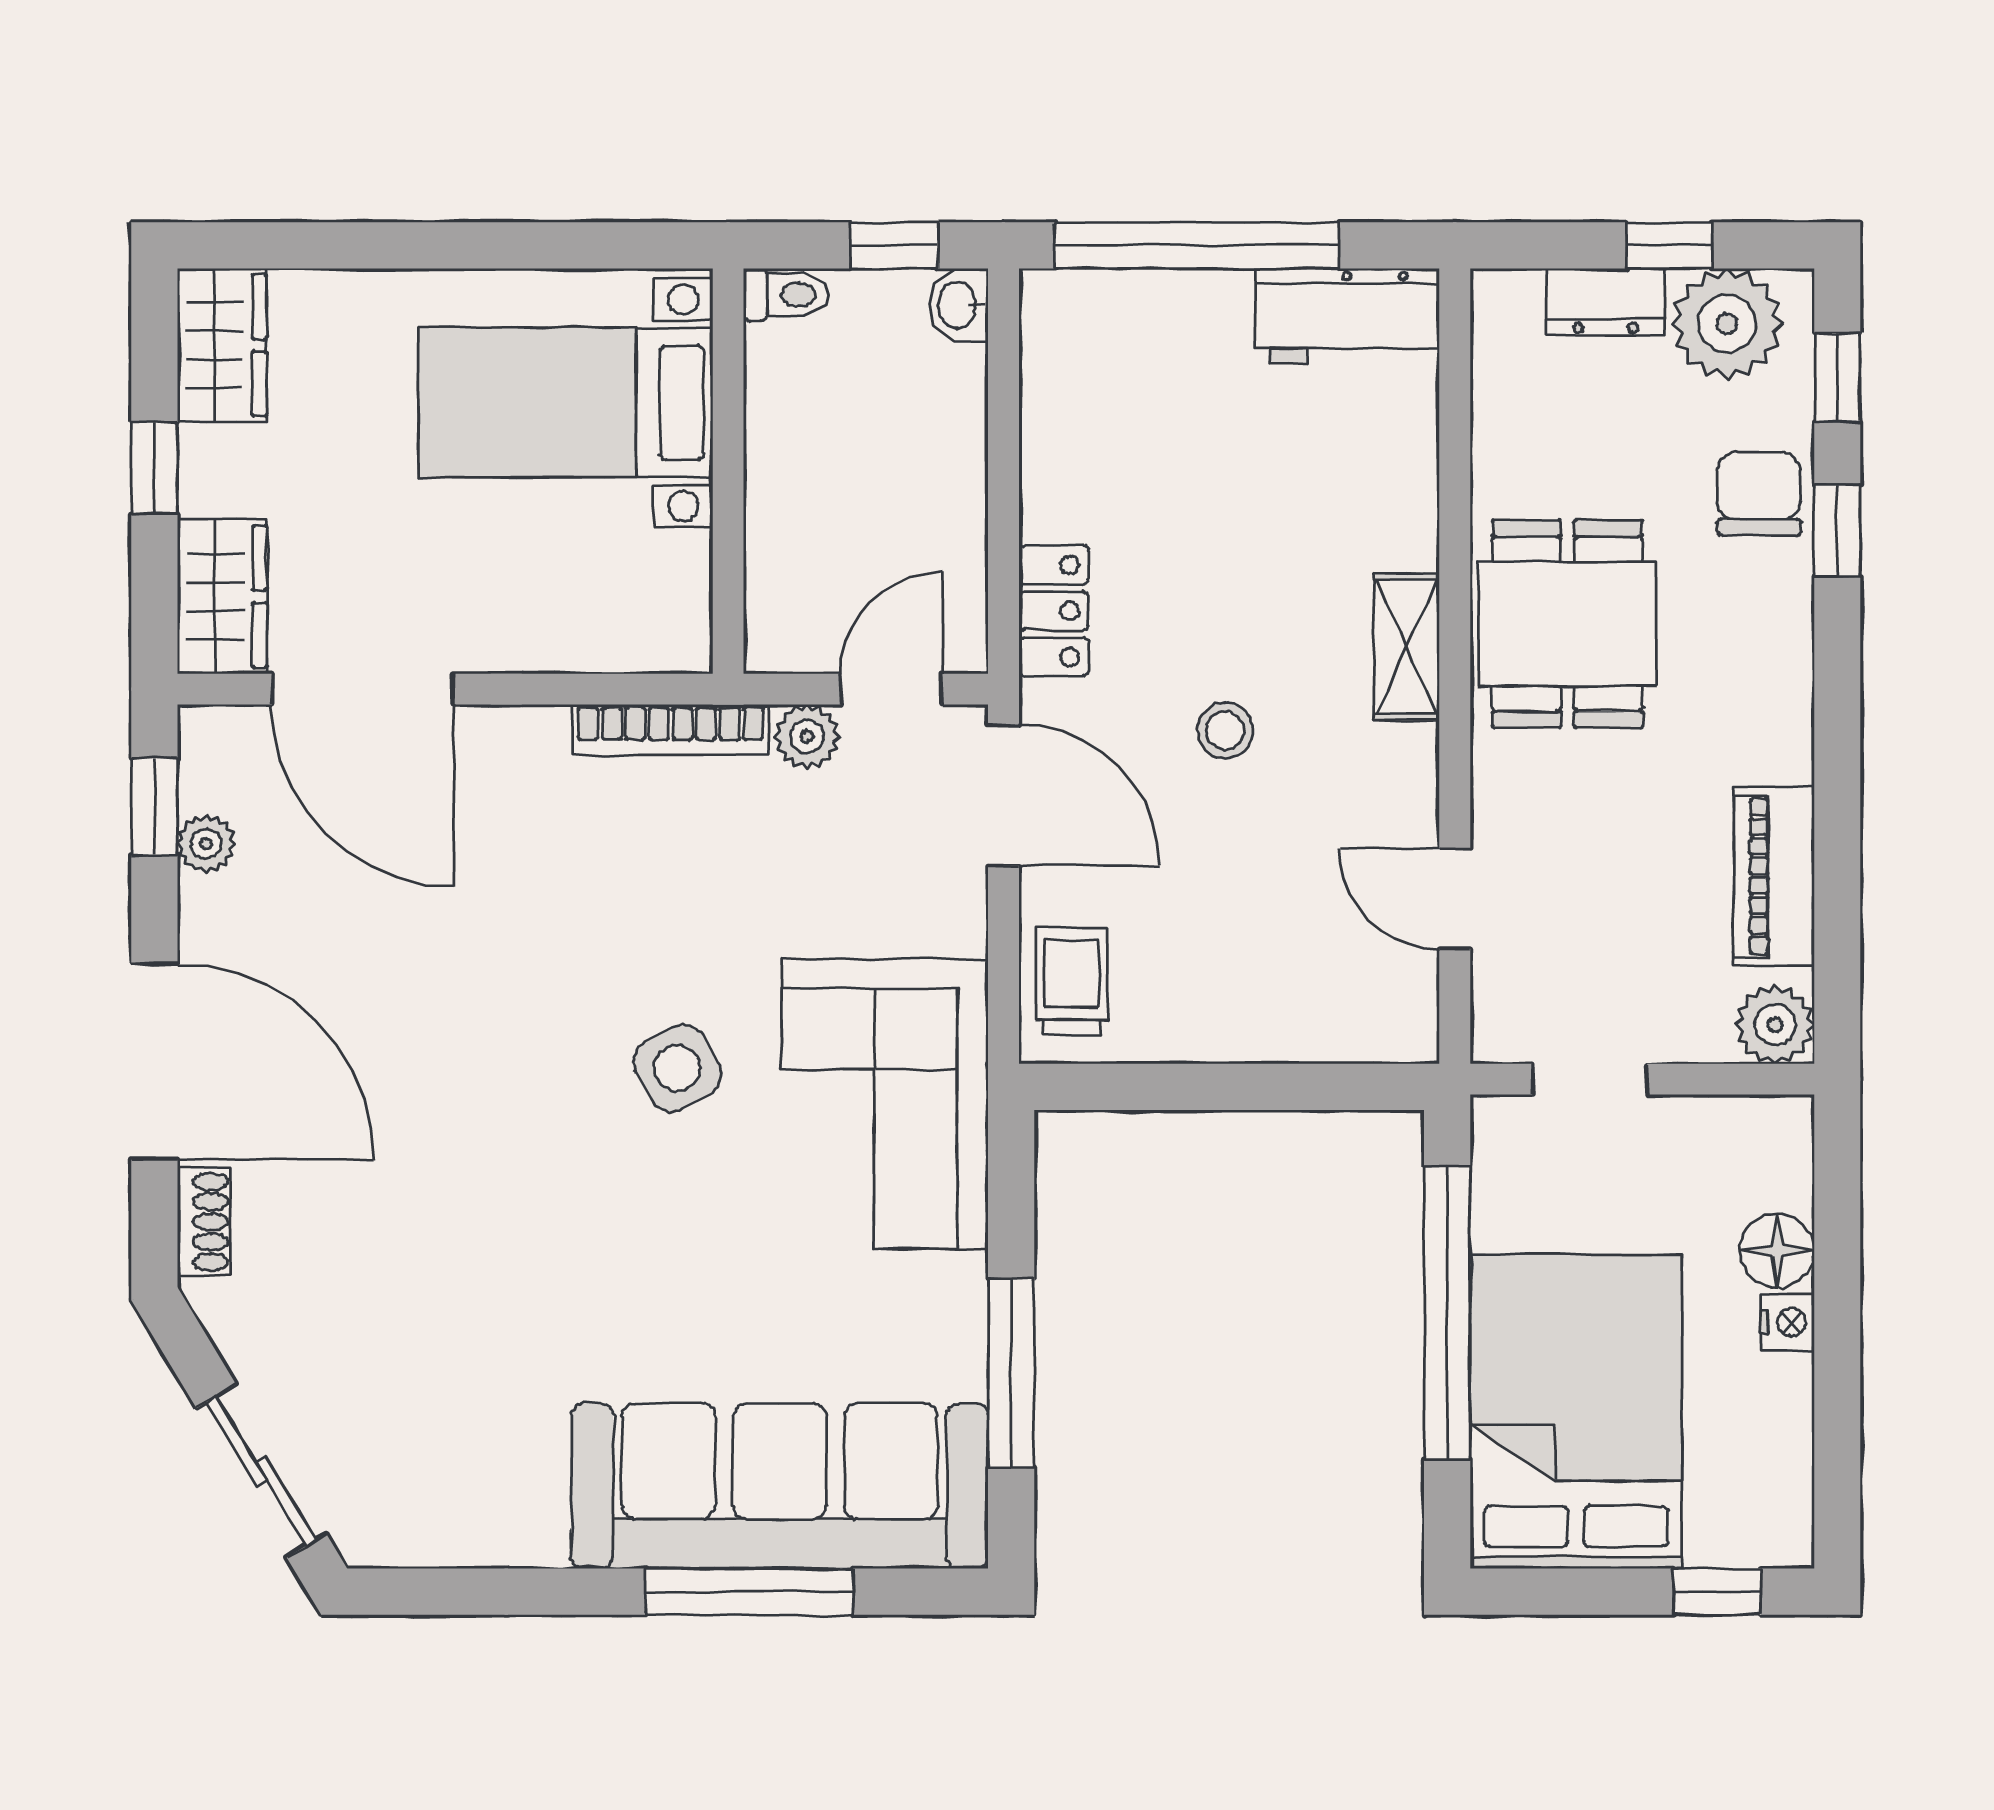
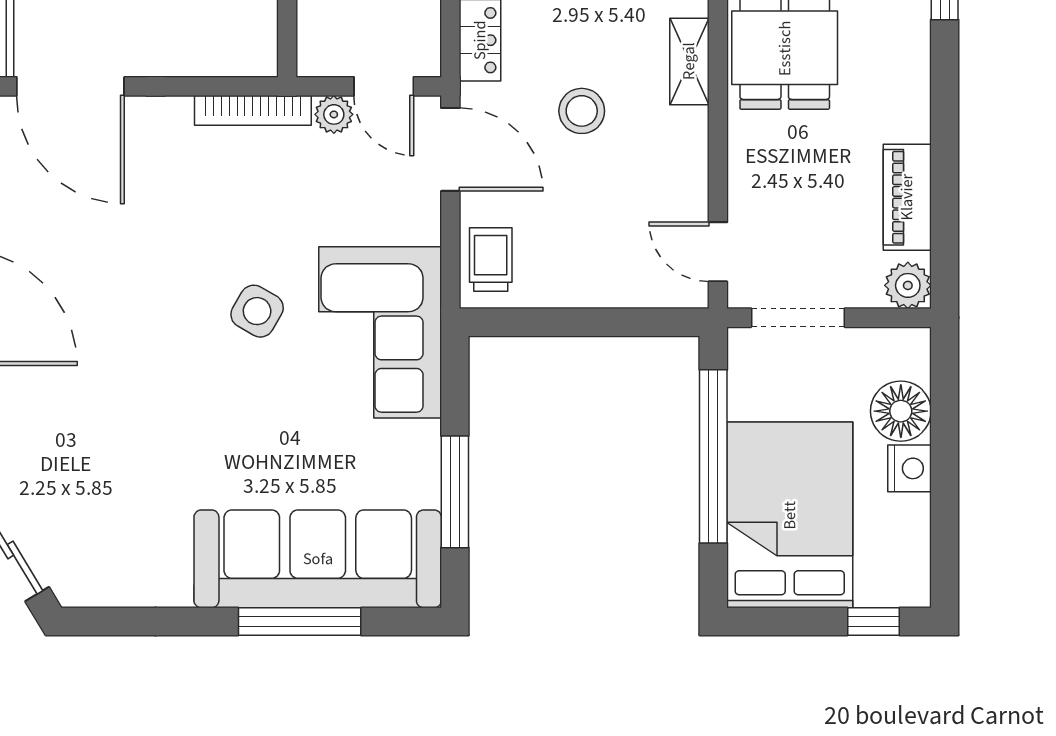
door: (891, 689) -> (384, 86), swing flipped
stool: (1225, 730) -> (582, 111), width x1.37, depth x1.37
door: (1455, 899) -> (718, 252), moved
side table: (677, 1068) -> (257, 311), turned -31
doorway: (1590, 1079) -> (798, 318), width x1.38
floor lamp: (1777, 1251) -> (901, 411), width x1.38, depth x1.38
nightstand: (1787, 1322) -> (909, 468), width x1.39, depth x1.35

